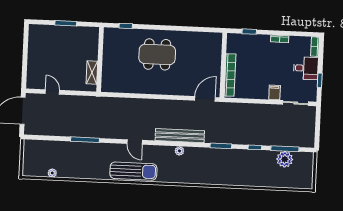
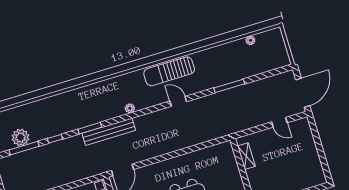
bench: (180, 136) -> (109, 132), moved

